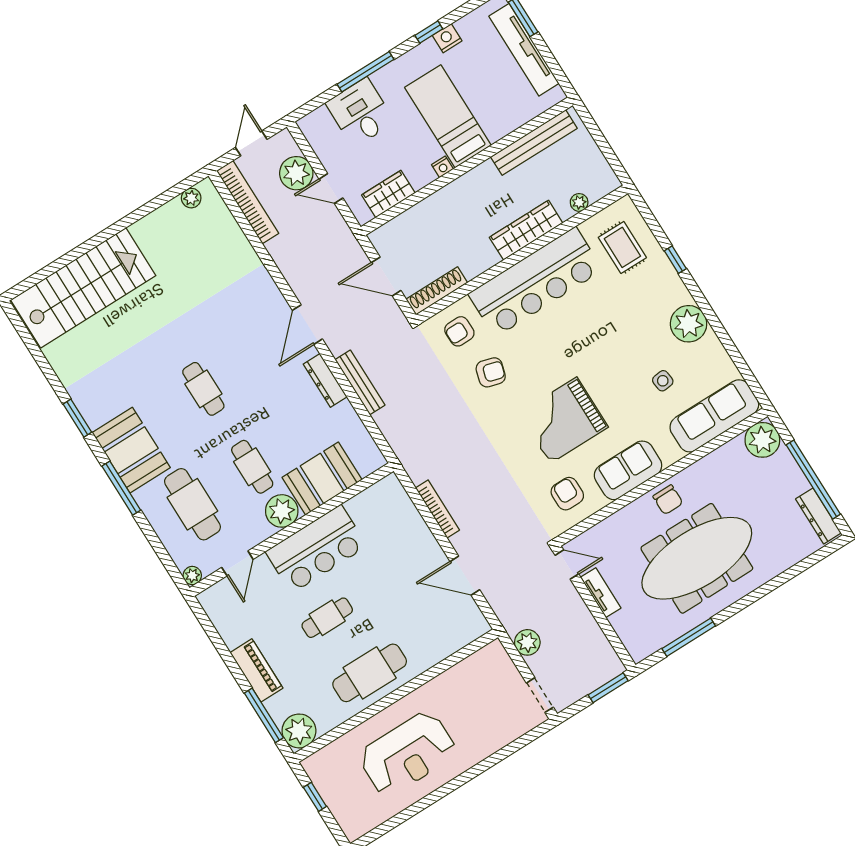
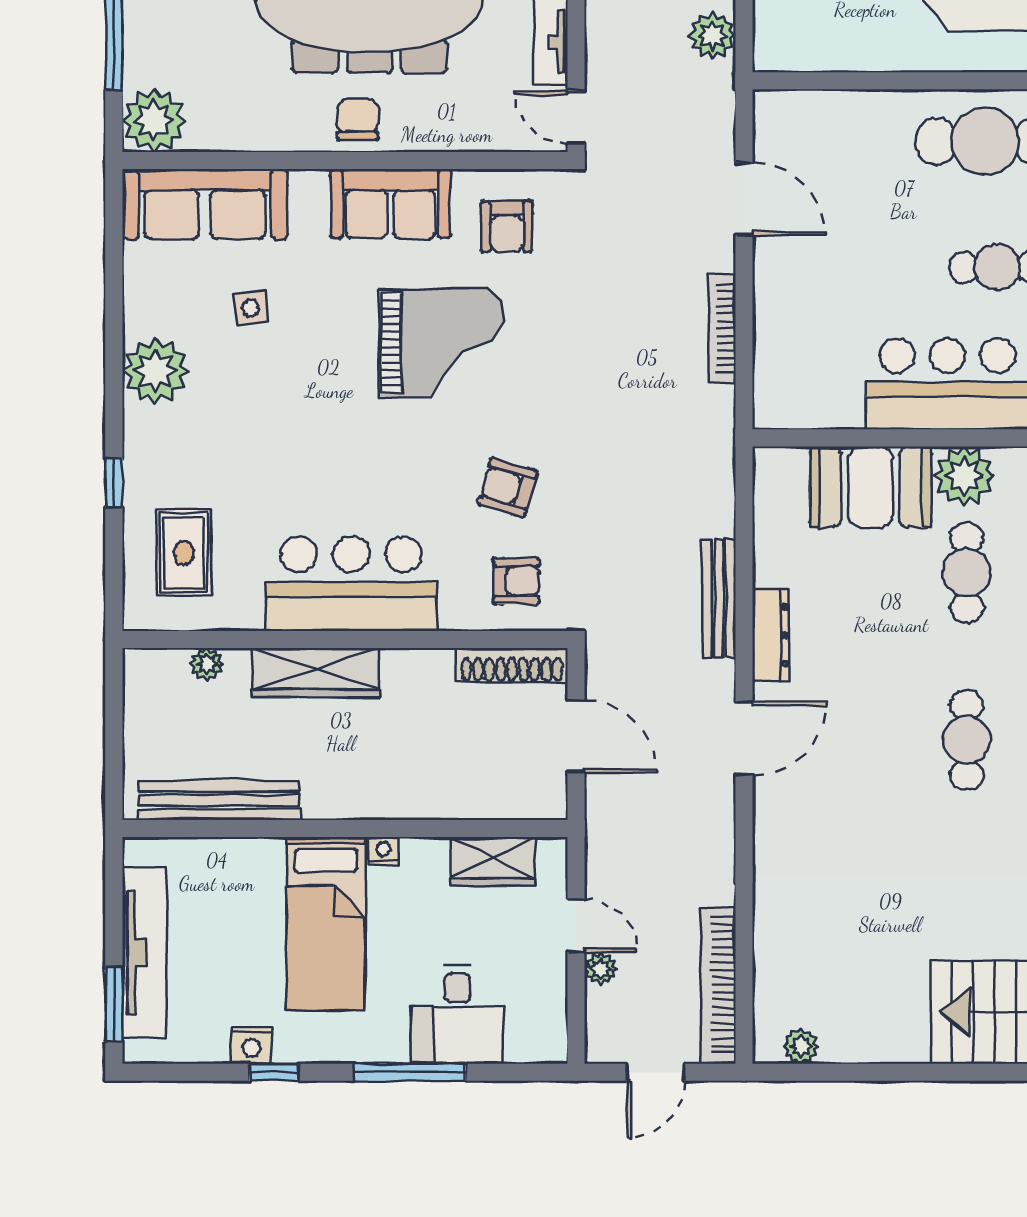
plant: (296, 173) -> (601, 969), width x0.53, depth x0.53
bar counter: (535, 282) -> (351, 584), width x0.73

